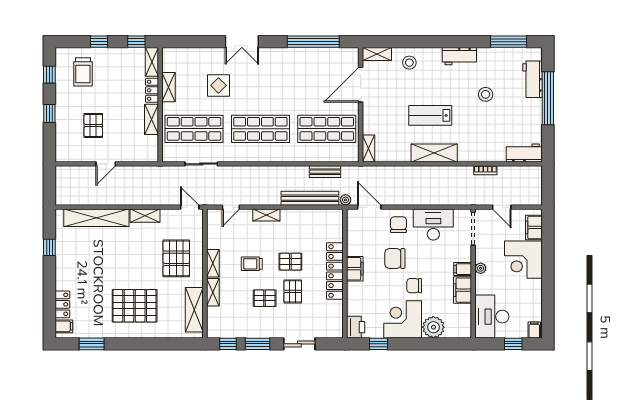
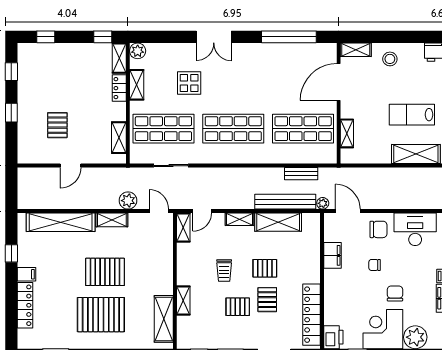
window: (99, 42) -> (46, 37), moved
plant: (169, 55) -> (138, 51), added
trolley: (83, 72) -> (47, 69), removed
shelving: (152, 119) -> (119, 138), moved
shelving: (369, 148) -> (347, 133), moved
plant: (160, 197) -> (128, 201), added
shelving: (303, 218) -> (278, 222), added
chair: (398, 225) -> (378, 229), turned 90
pallet: (176, 258) -> (105, 272), moved, turned 90
chair: (395, 258) -> (375, 265), width x0.54, depth x0.54
shelving: (213, 263) -> (183, 227), moved
trolley: (252, 264) -> (224, 271), turned -90
filing cabinet: (355, 269) -> (332, 255), moved
locker: (335, 271) -> (311, 315), moved
chair: (414, 286) -> (395, 294), turned 90
locker: (62, 304) -> (25, 305), width x1.53
filing cabinet: (64, 326) -> (27, 274), moved

